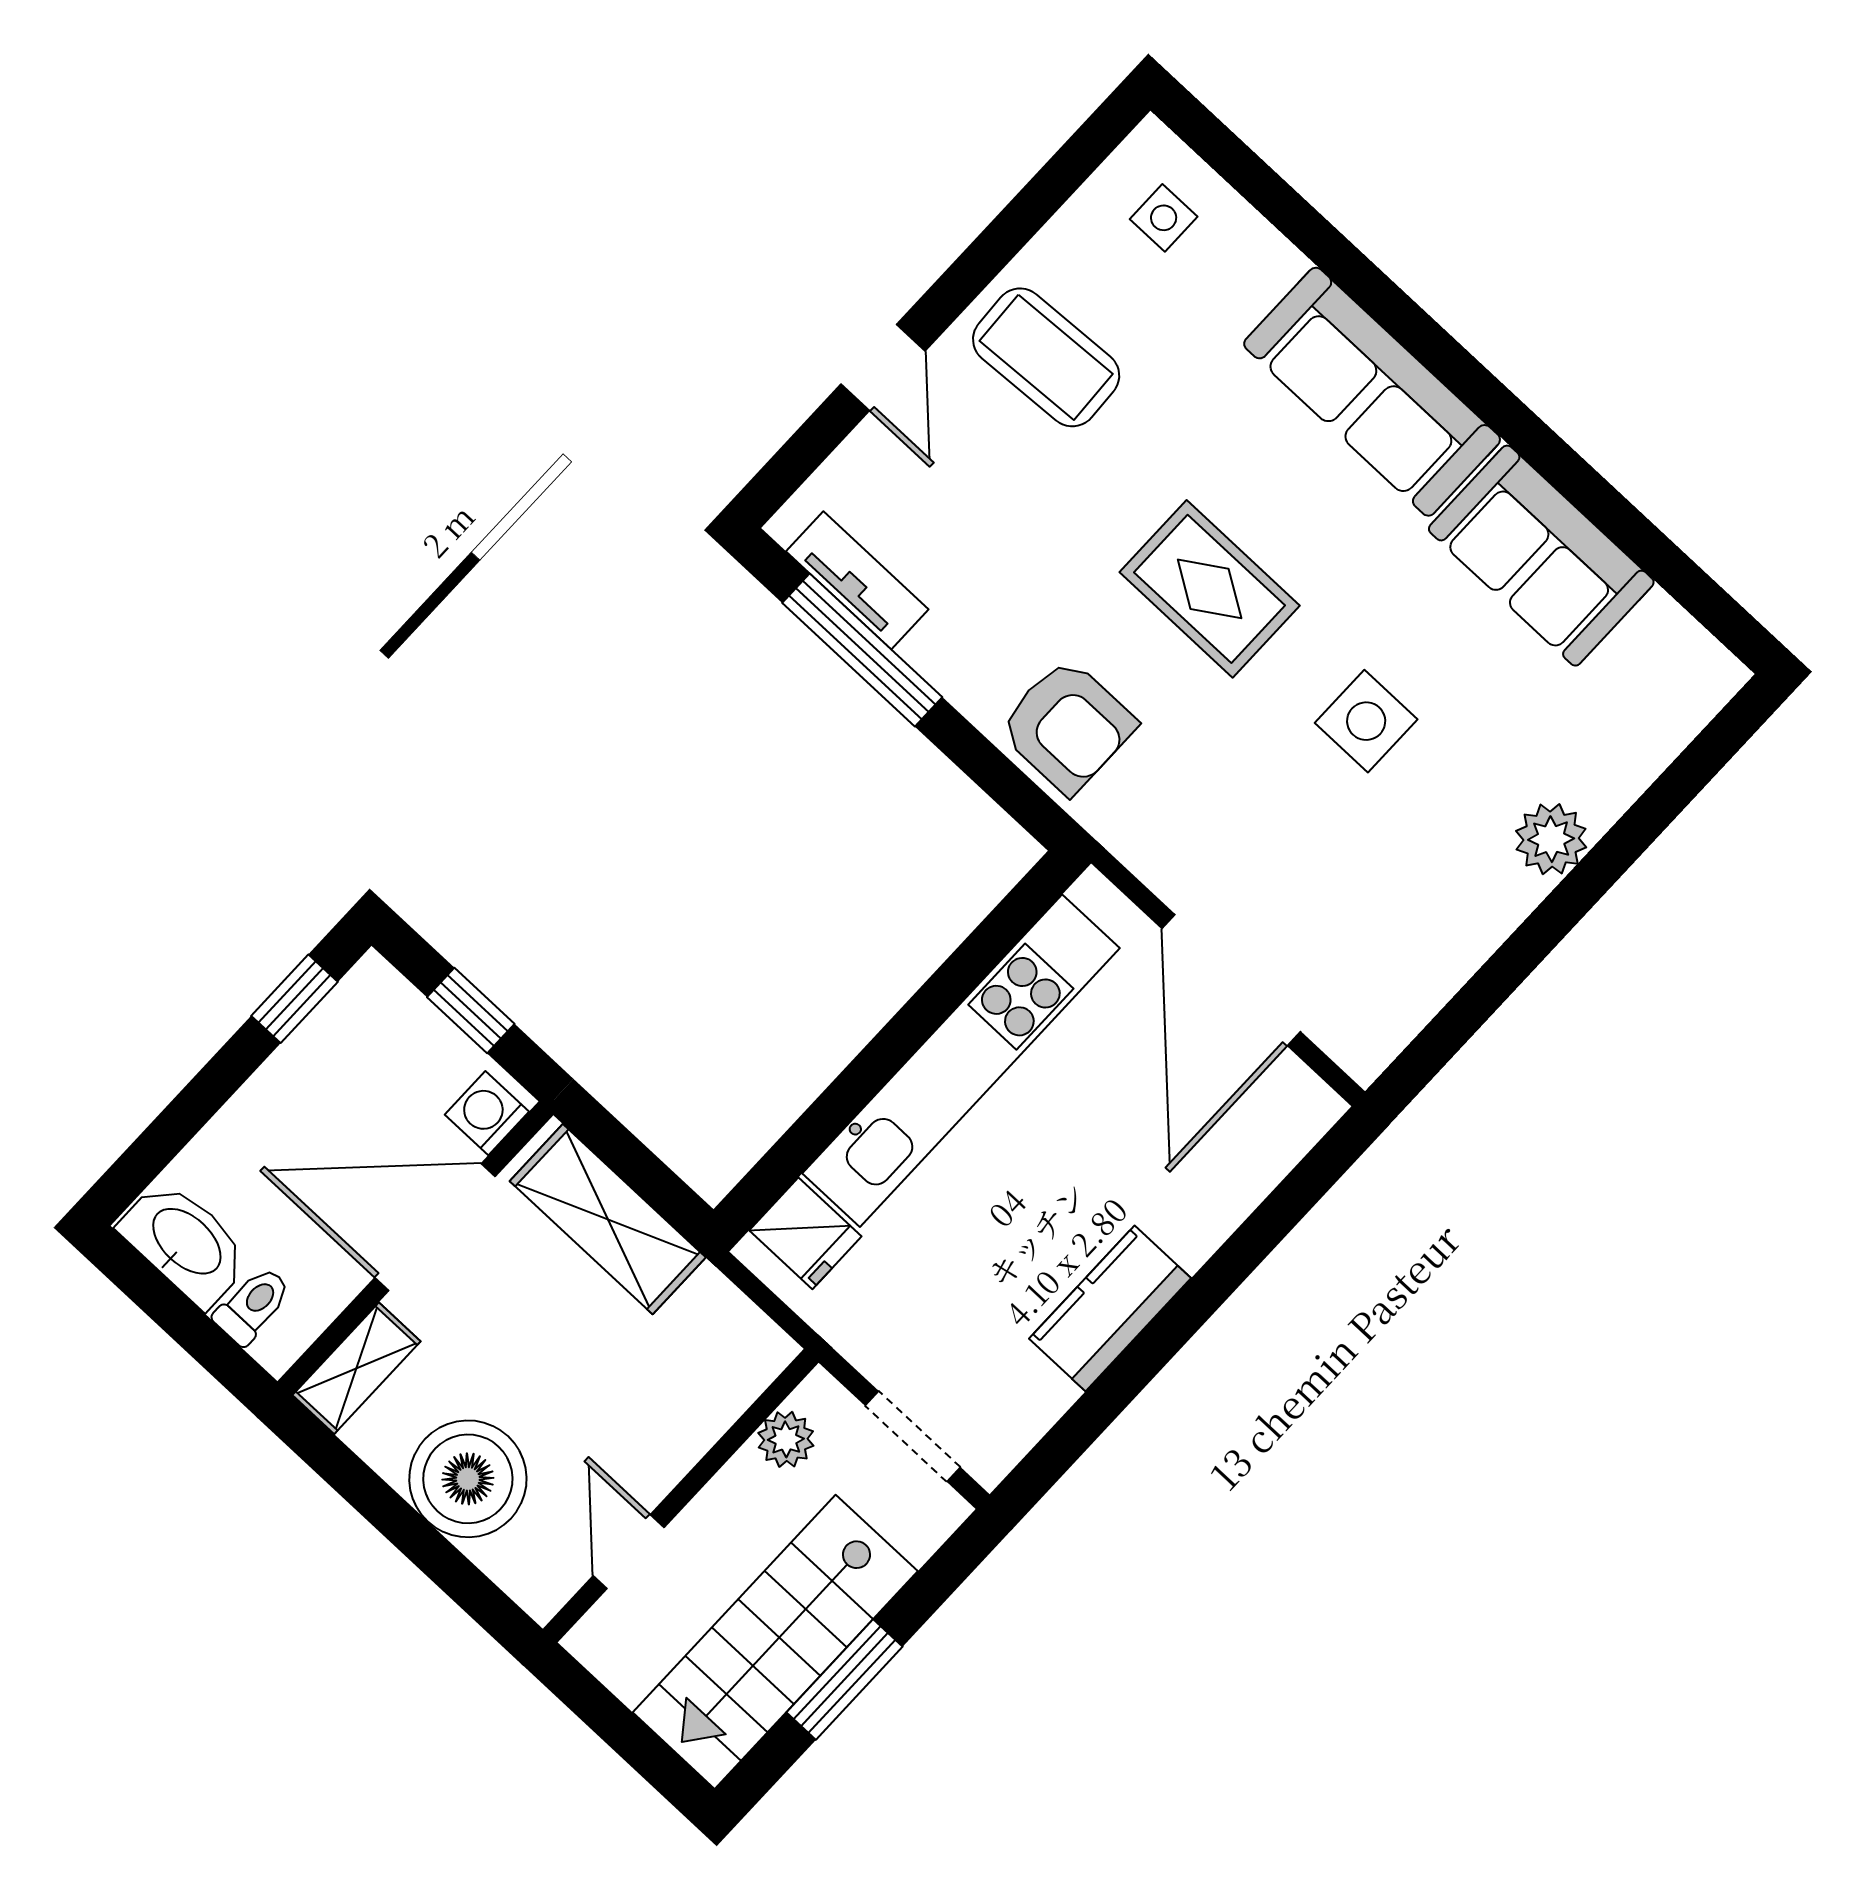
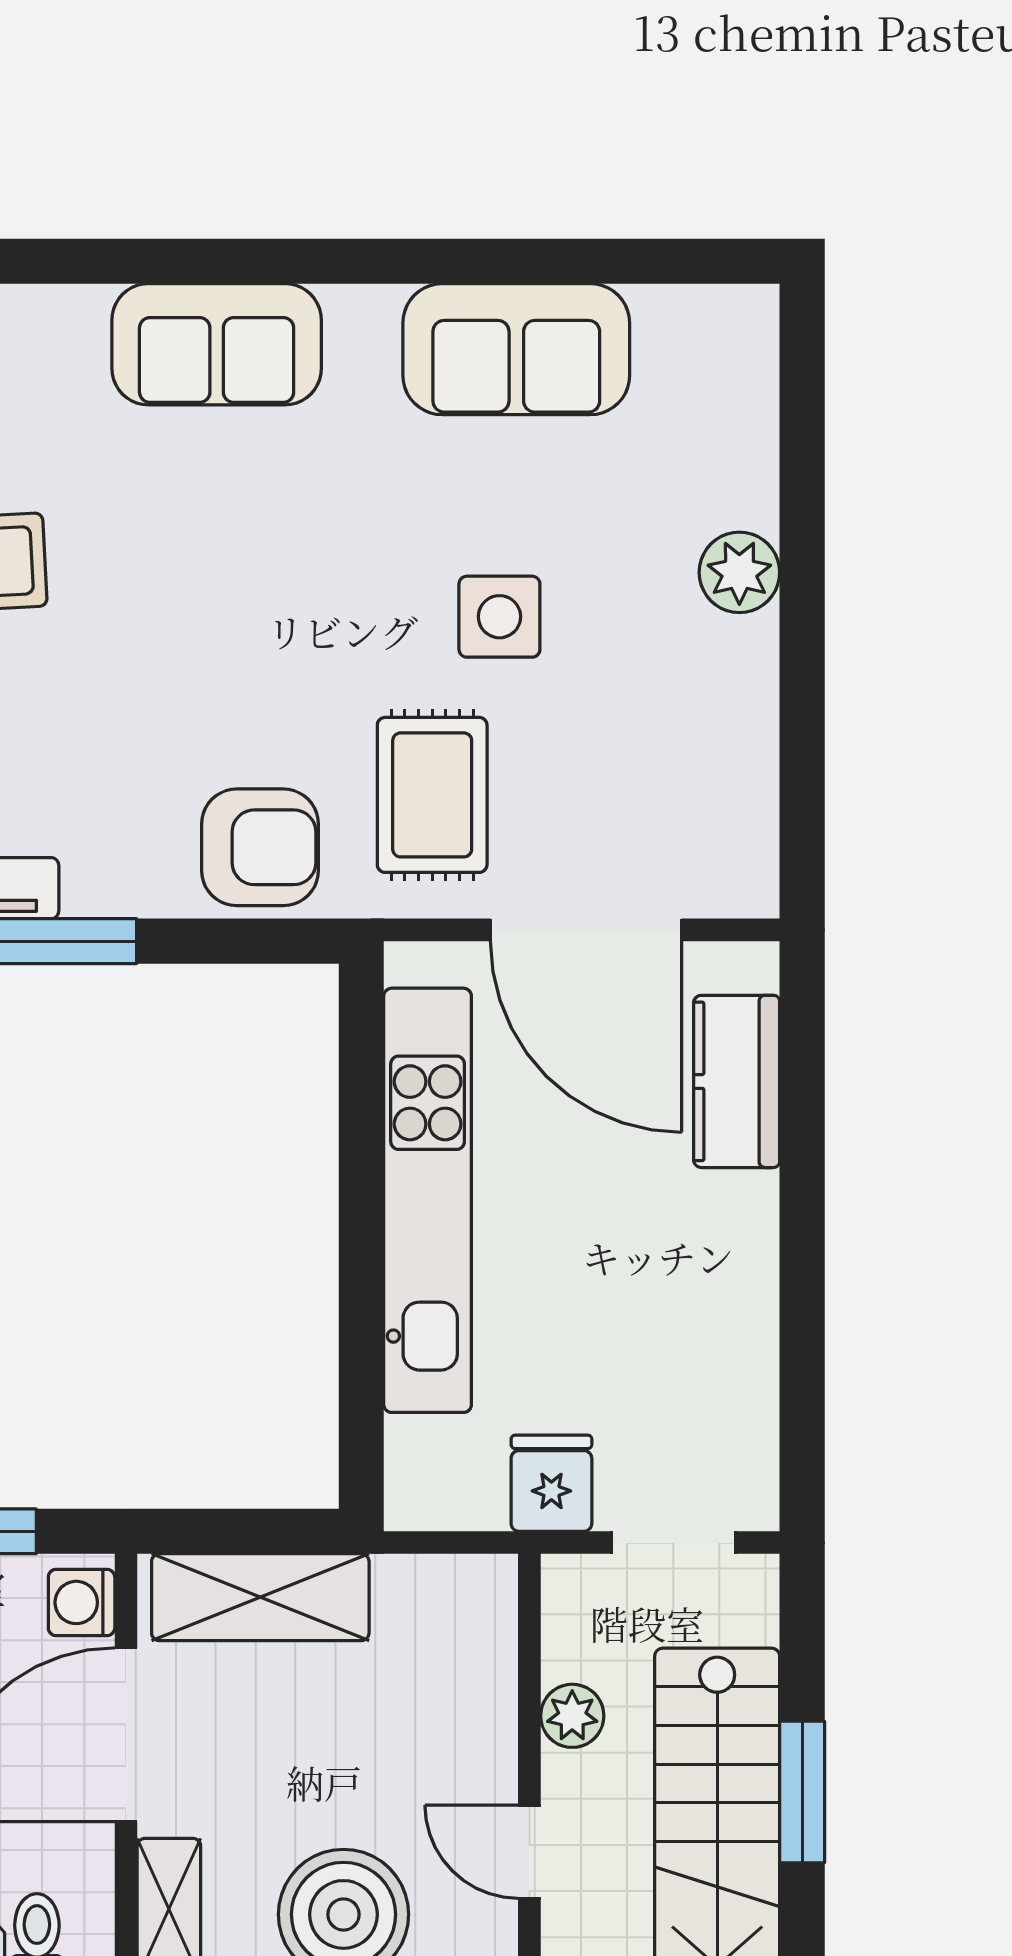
sofa: (1372, 392) -> (217, 344), width x0.73
rug: (1210, 589) -> (432, 795), moved, turned 90
fridge: (805, 1233) -> (551, 1483), moved, turned -90
kitchen counter: (1110, 1308) -> (737, 1081), moved
plant: (786, 1439) -> (572, 1716), moved

